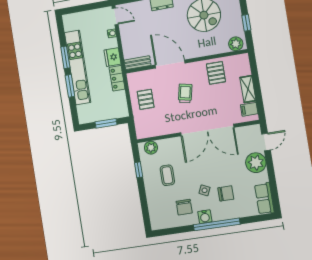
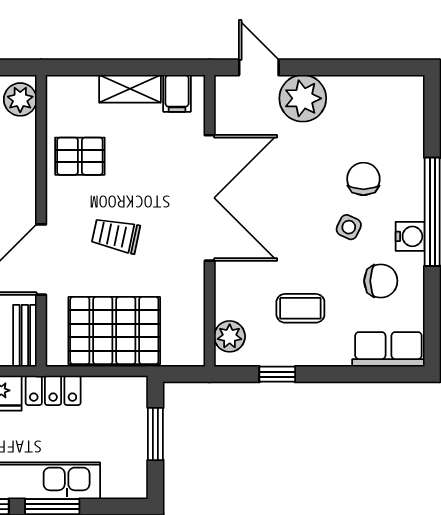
pallet: (146, 99) -> (114, 331), width x2.05, depth x2.00
row of seats: (264, 199) -> (388, 349), moved, turned 180

